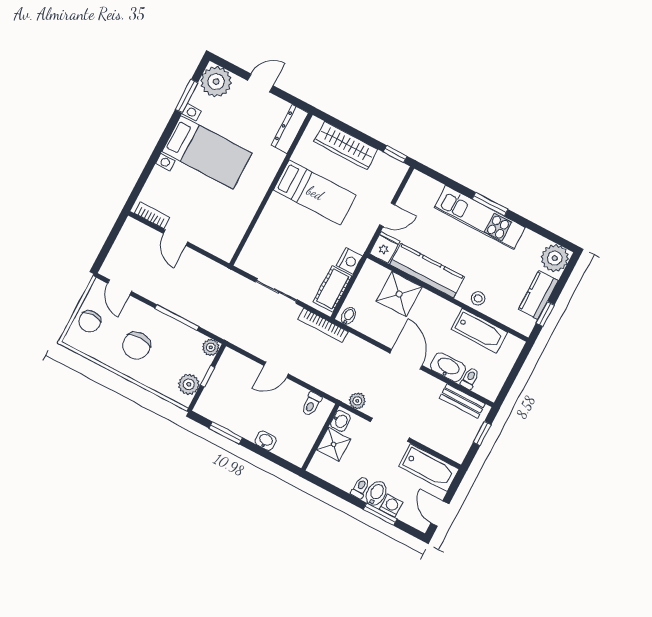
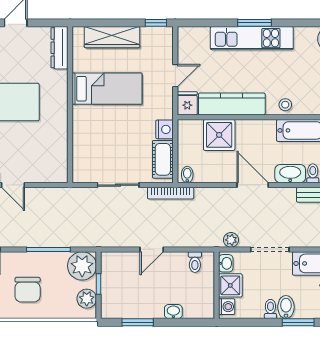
plant: (211, 347) -> (82, 266), width x1.88, depth x1.88
washing machine: (391, 506) -> (227, 307), moved, turned 90

